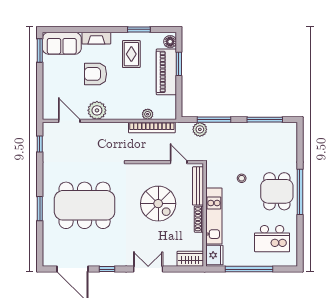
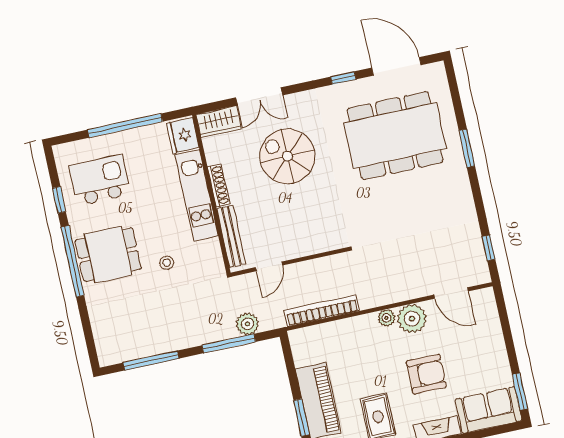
plant: (148, 114) -> (386, 318), moved
door: (179, 162) -> (269, 266), hinge flipped
dining table: (277, 191) -> (108, 255), turned 90
spiral stairs: (158, 204) -> (287, 156), moved
dining table: (85, 205) -> (395, 136), moved
window: (300, 232) -> (59, 200), added
double door: (148, 269) -> (259, 96), moved

